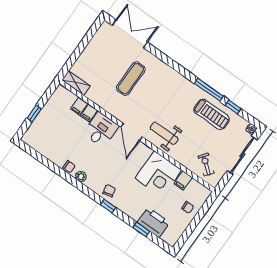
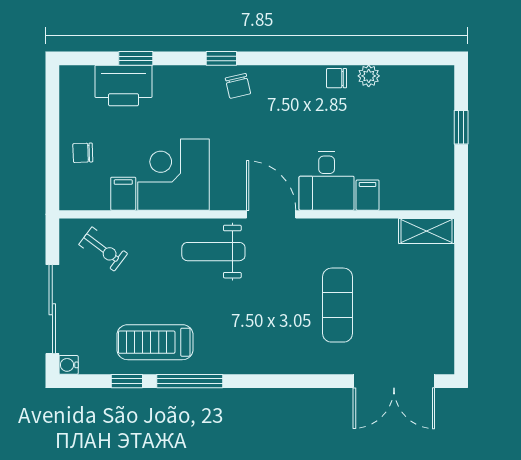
filing cabinet: (79, 106) -> (393, 195), removed
weight bench: (164, 133) -> (213, 252), turned 180
plant: (81, 176) -> (369, 76), moved

